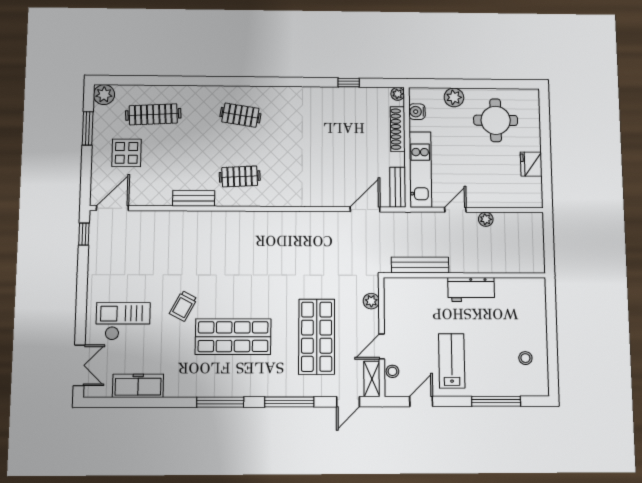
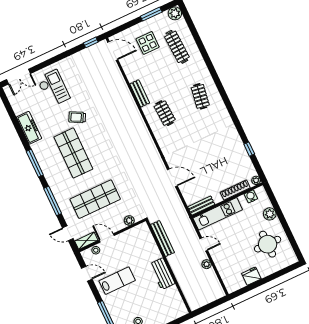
door: (365, 209) -> (172, 178), moved
freezer: (138, 386) -> (29, 128), moved

